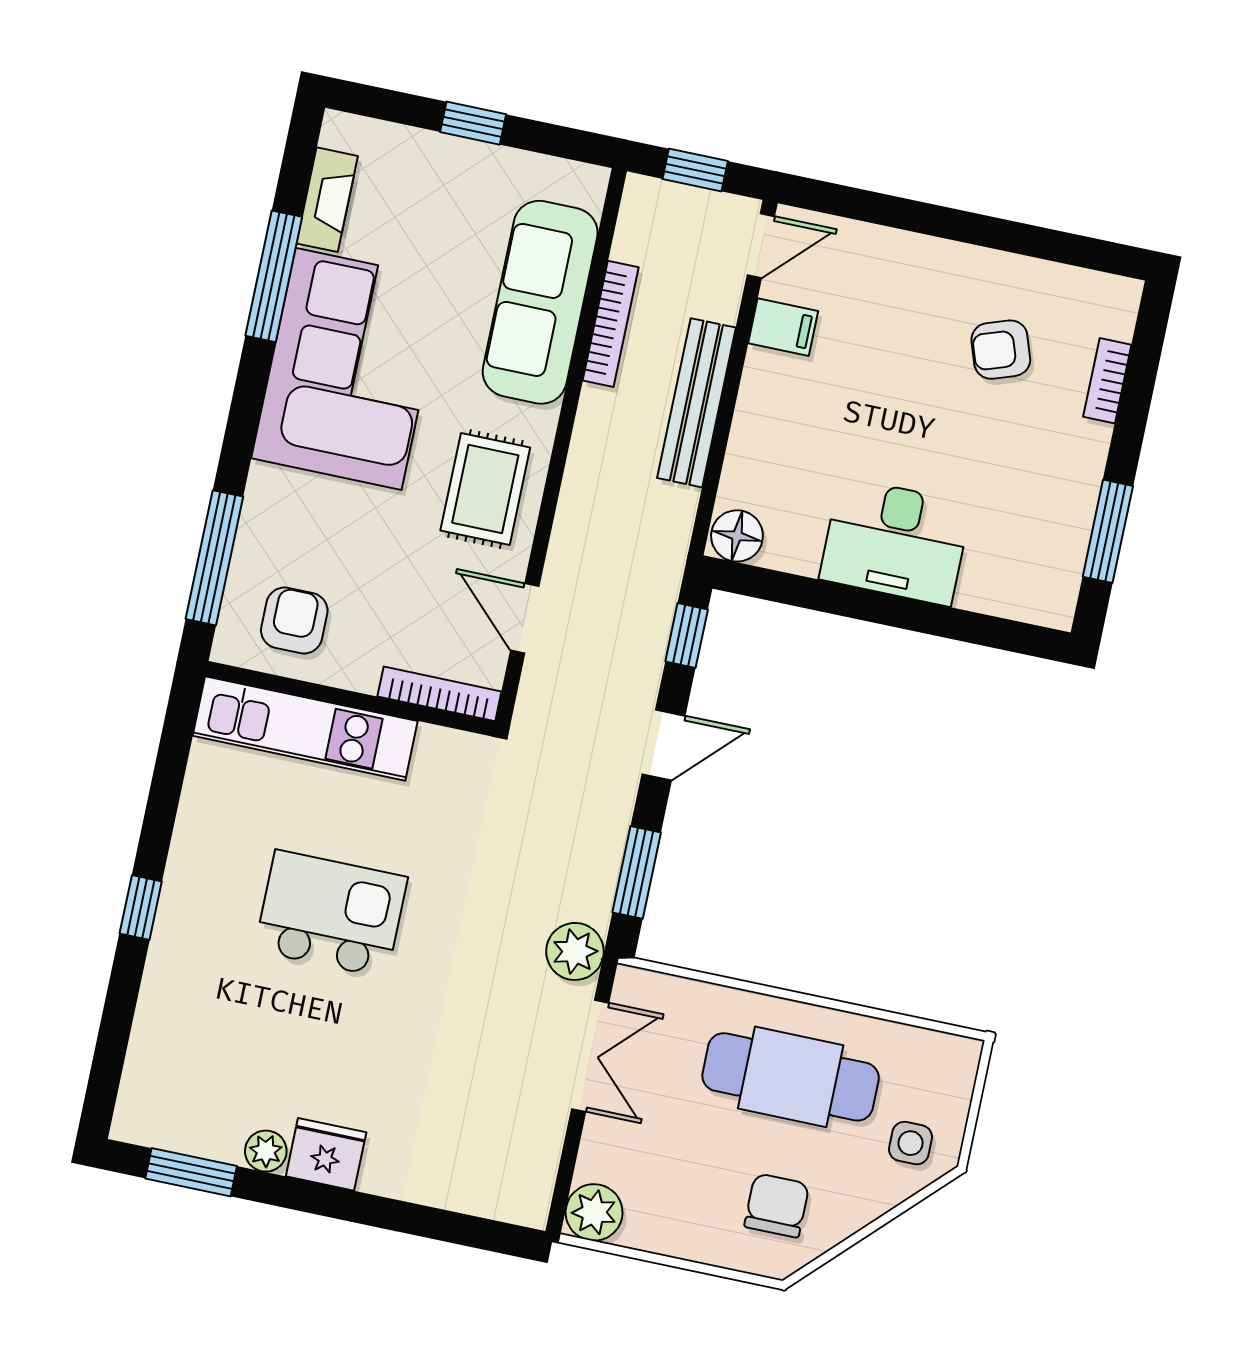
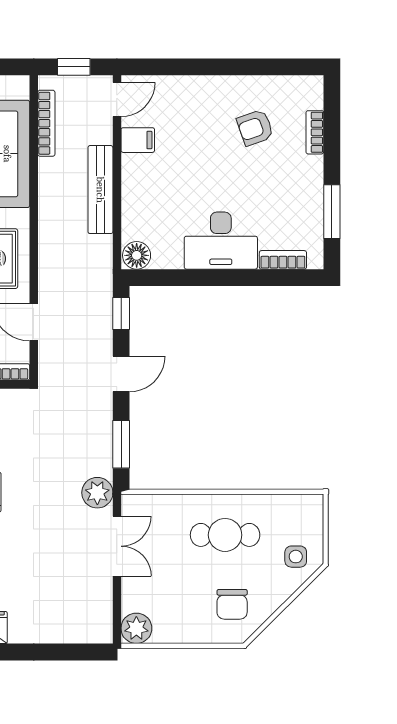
bookcase: (611, 324) -> (46, 123), moved
bookcase: (1001, 600) -> (283, 260), added
cafe table: (791, 1077) -> (225, 535), width x0.73, depth x0.74
chair: (777, 1205) -> (232, 604), turned 180

